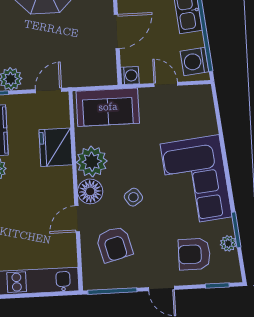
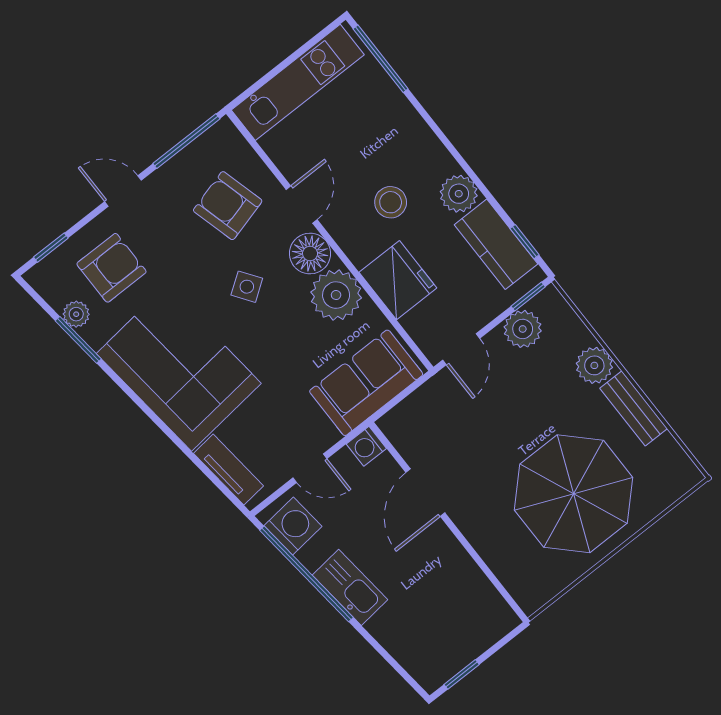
tv unit: (207, 112) -> (228, 470), added
stool: (32, 189) -> (391, 202), added

